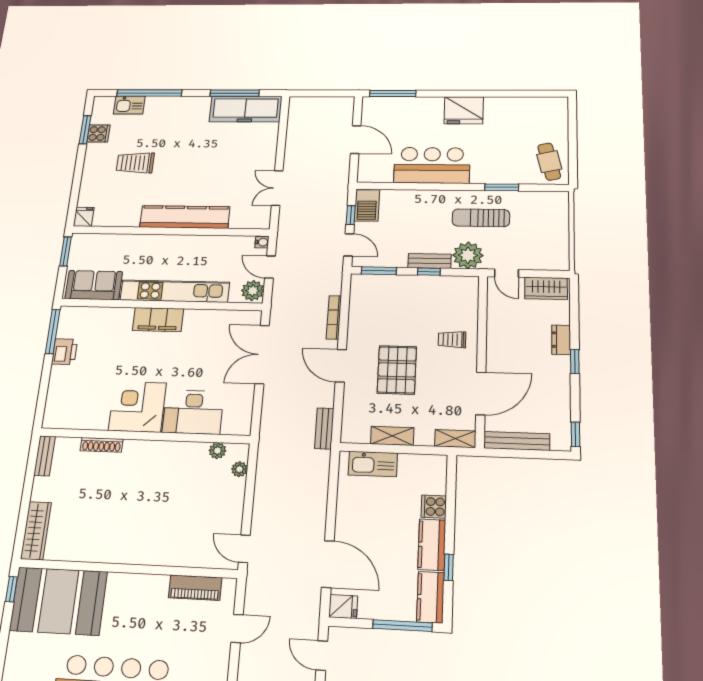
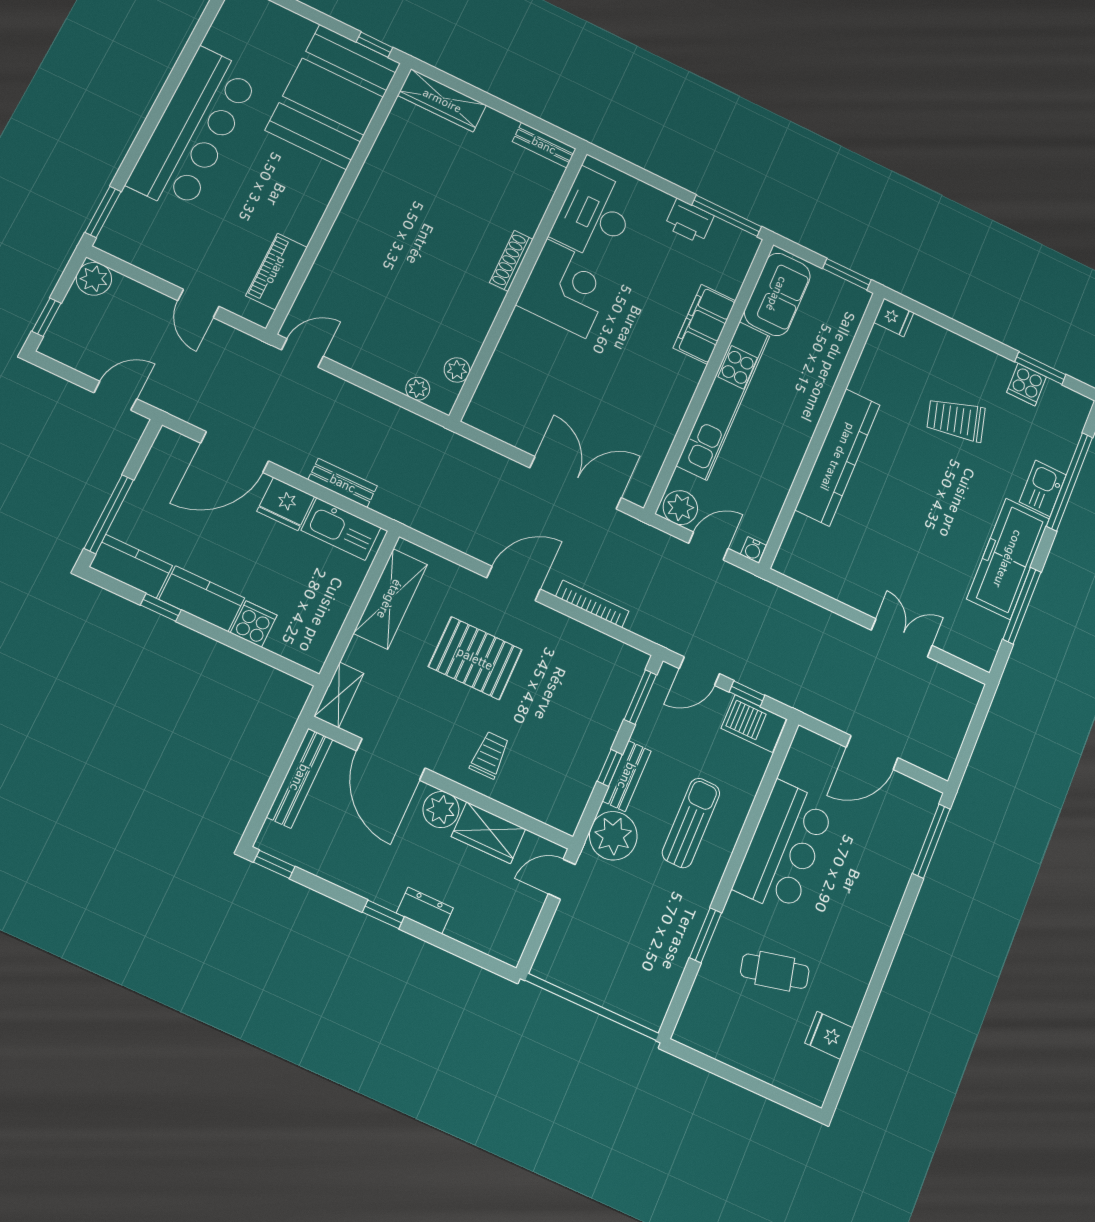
kitchen sink: (129, 105) -> (1043, 488), moved
freezer: (246, 109) -> (1008, 559), moved
fridge: (464, 110) -> (829, 1035), moved, width x0.53, depth x0.75
cafe table: (549, 162) -> (775, 971), moved
trolley: (135, 163) -> (956, 420), turned -104
double door: (277, 188) -> (902, 638), moved
sun lounger: (481, 218) -> (691, 823), moved
wardrobe: (546, 288) -> (489, 833), moved, turned -90
filing cabinet: (158, 320) -> (704, 324), moved
plant: (497, 354) -> (441, 810), added
desk: (193, 412) -> (594, 215), moved
bench: (324, 428) -> (343, 483), moved
shelving: (392, 436) -> (390, 599), width x1.50, depth x1.33
shoe rack: (102, 445) -> (511, 261), moved
kitchen sink: (373, 464) -> (341, 529), moved, turned -90
fridge: (343, 607) -> (286, 504), moved, width x1.38

